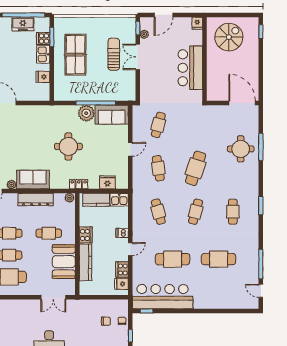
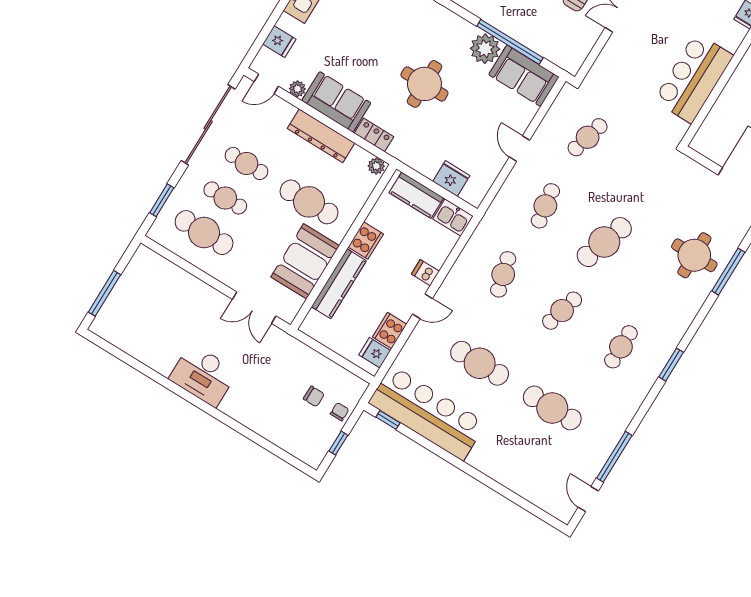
door: (130, 149) -> (519, 149), swing flipped
locker: (79, 184) -> (374, 135), moved
cafe table: (49, 233) -> (309, 202), width x1.37, depth x1.35

